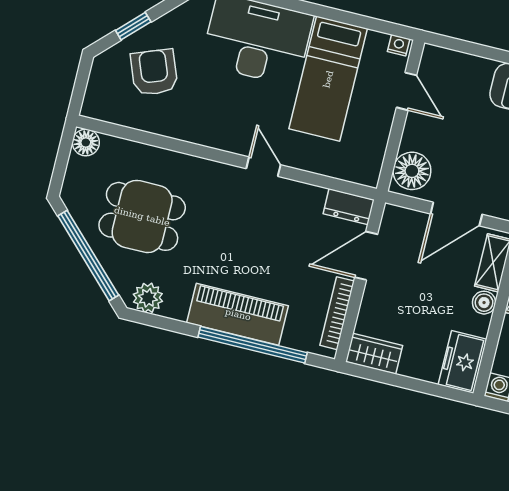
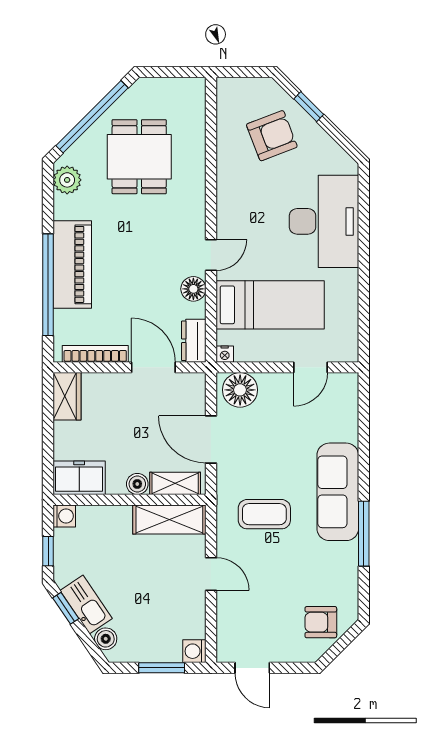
nightstand: (399, 45) -> (225, 354), moved, turned 90
bed: (328, 79) -> (270, 305), moved, turned 180
floor lamp: (86, 143) -> (193, 289), moved

